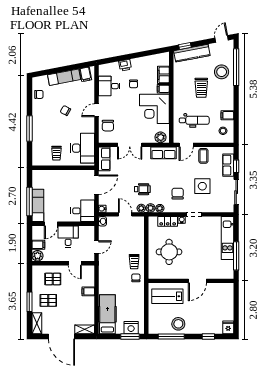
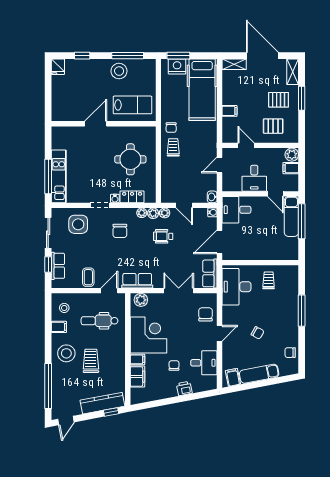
stool: (222, 72) -> (66, 353), moved
side table: (202, 186) -> (78, 224), moved
door: (51, 224) -> (275, 194), swing flipped
window: (236, 256) -> (48, 177), moved
hospital bed: (107, 314) -> (202, 90), width x1.37, depth x1.29

